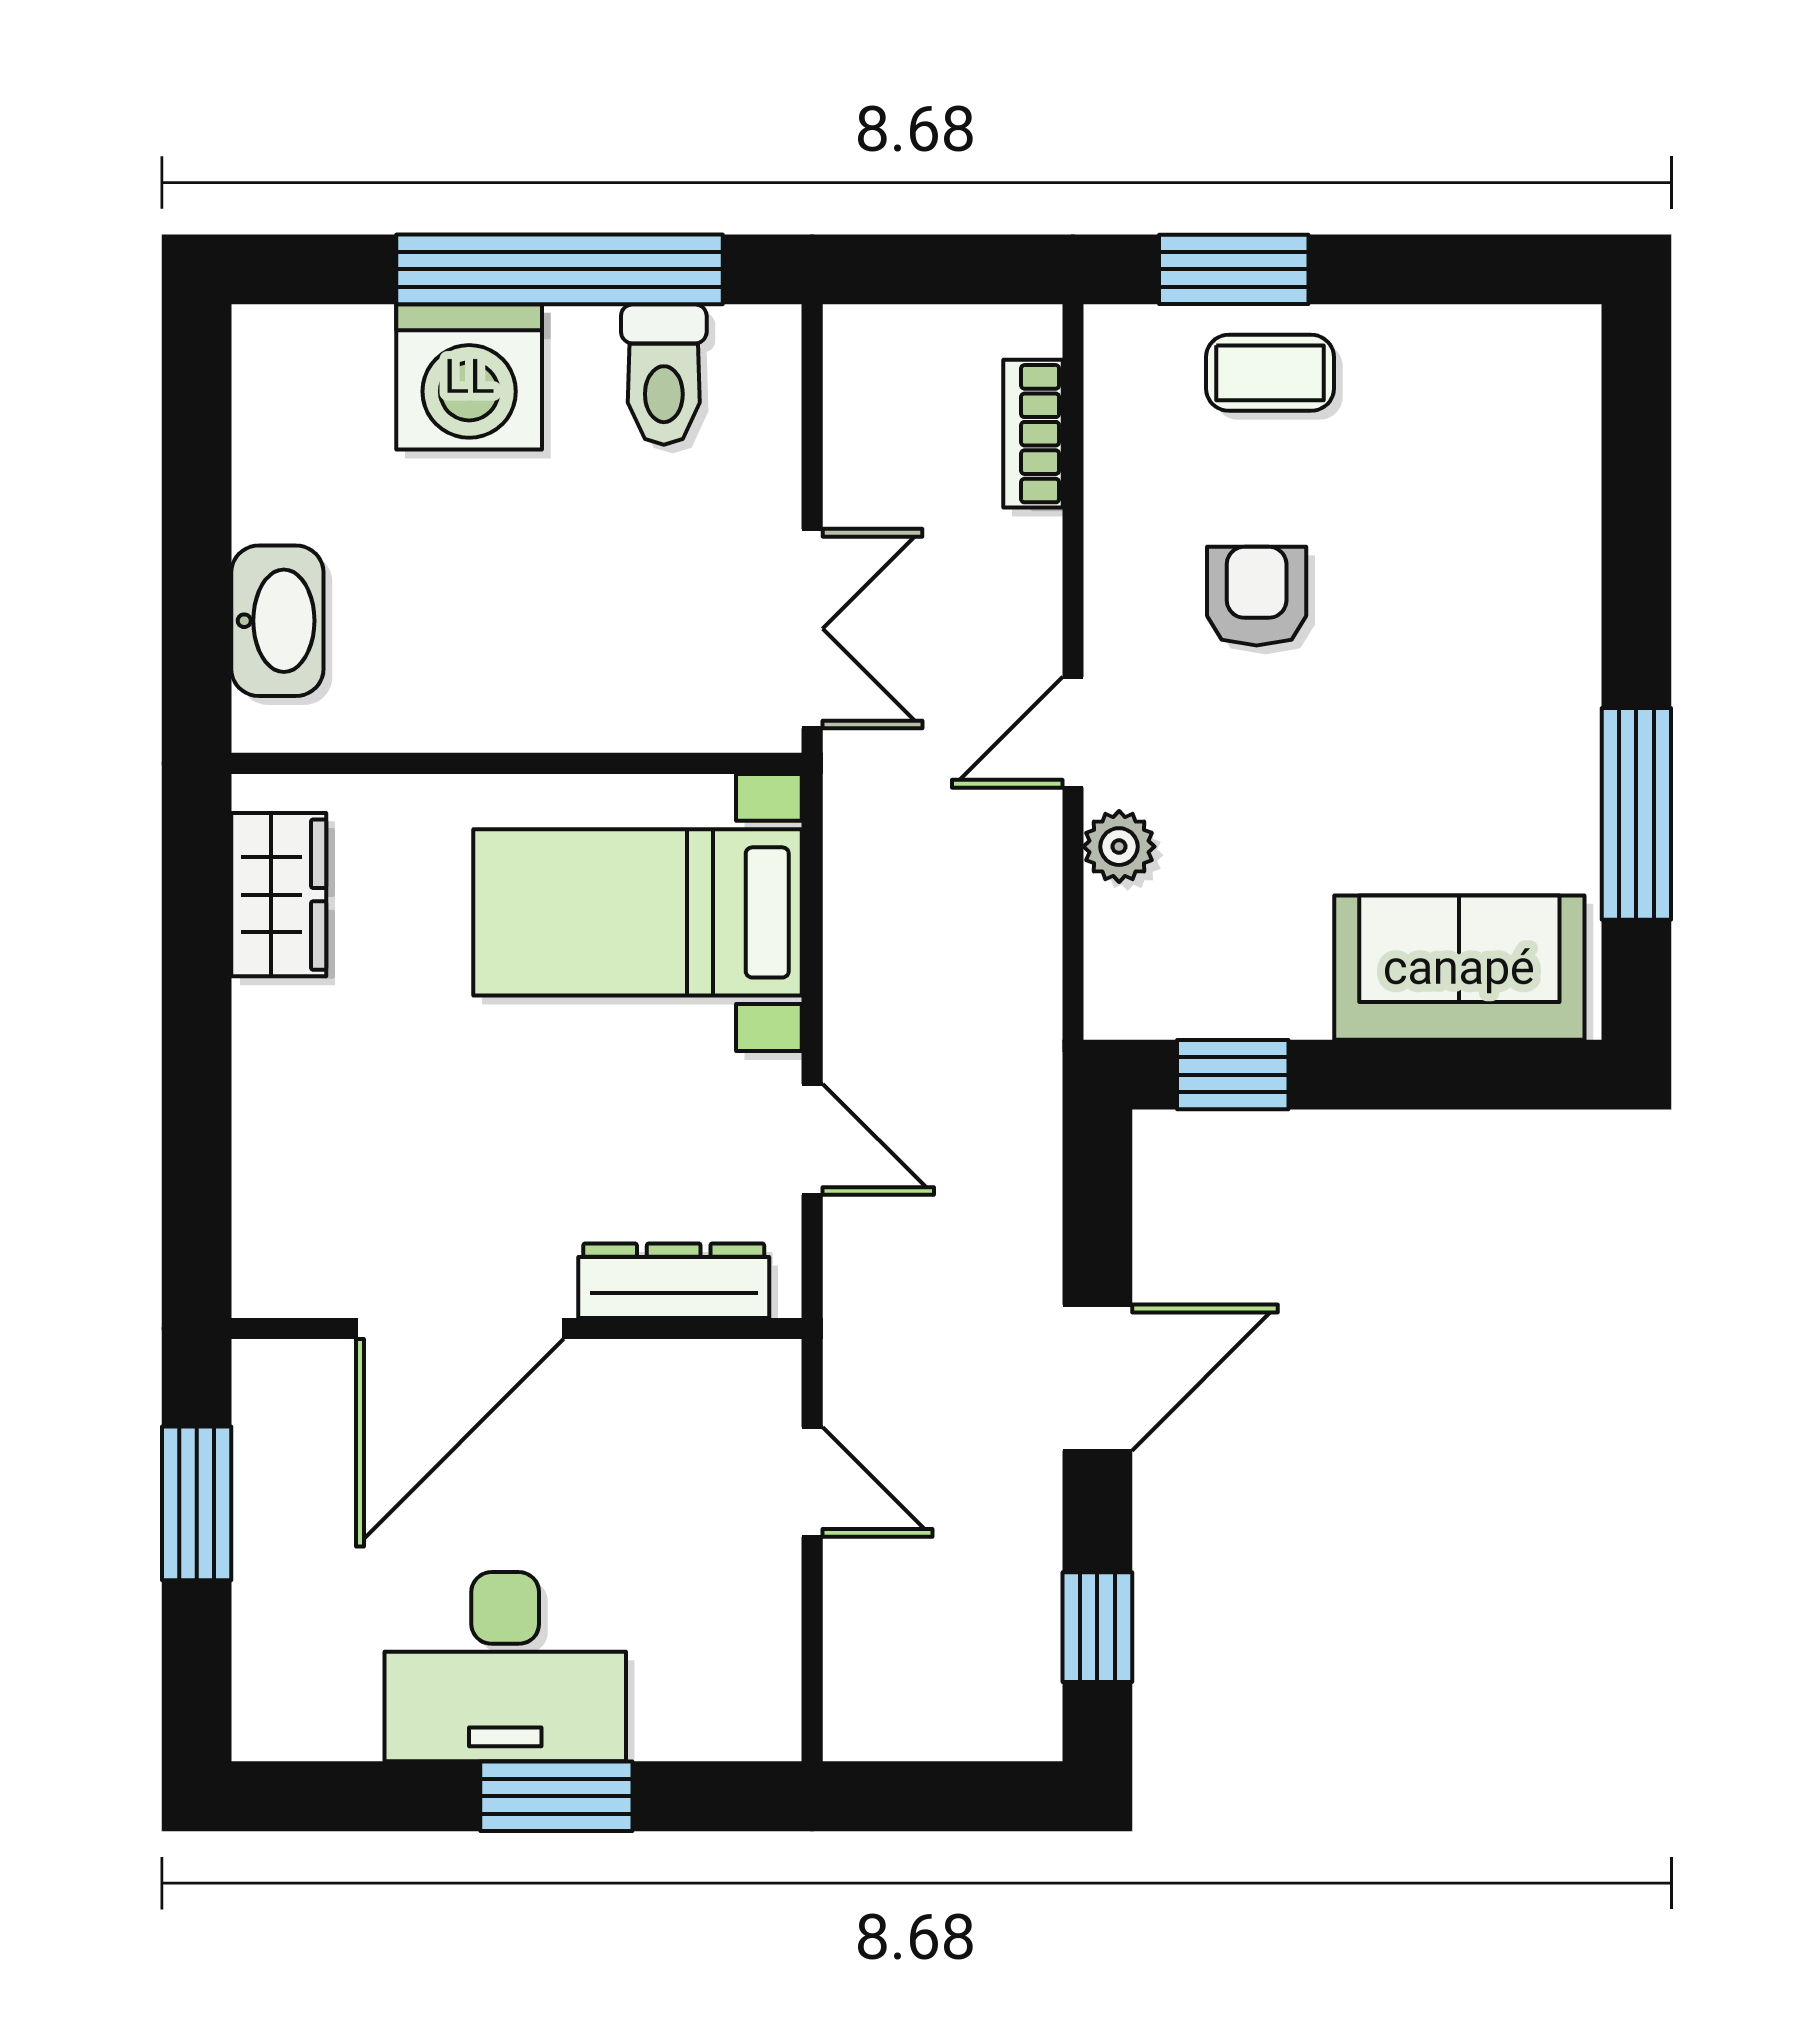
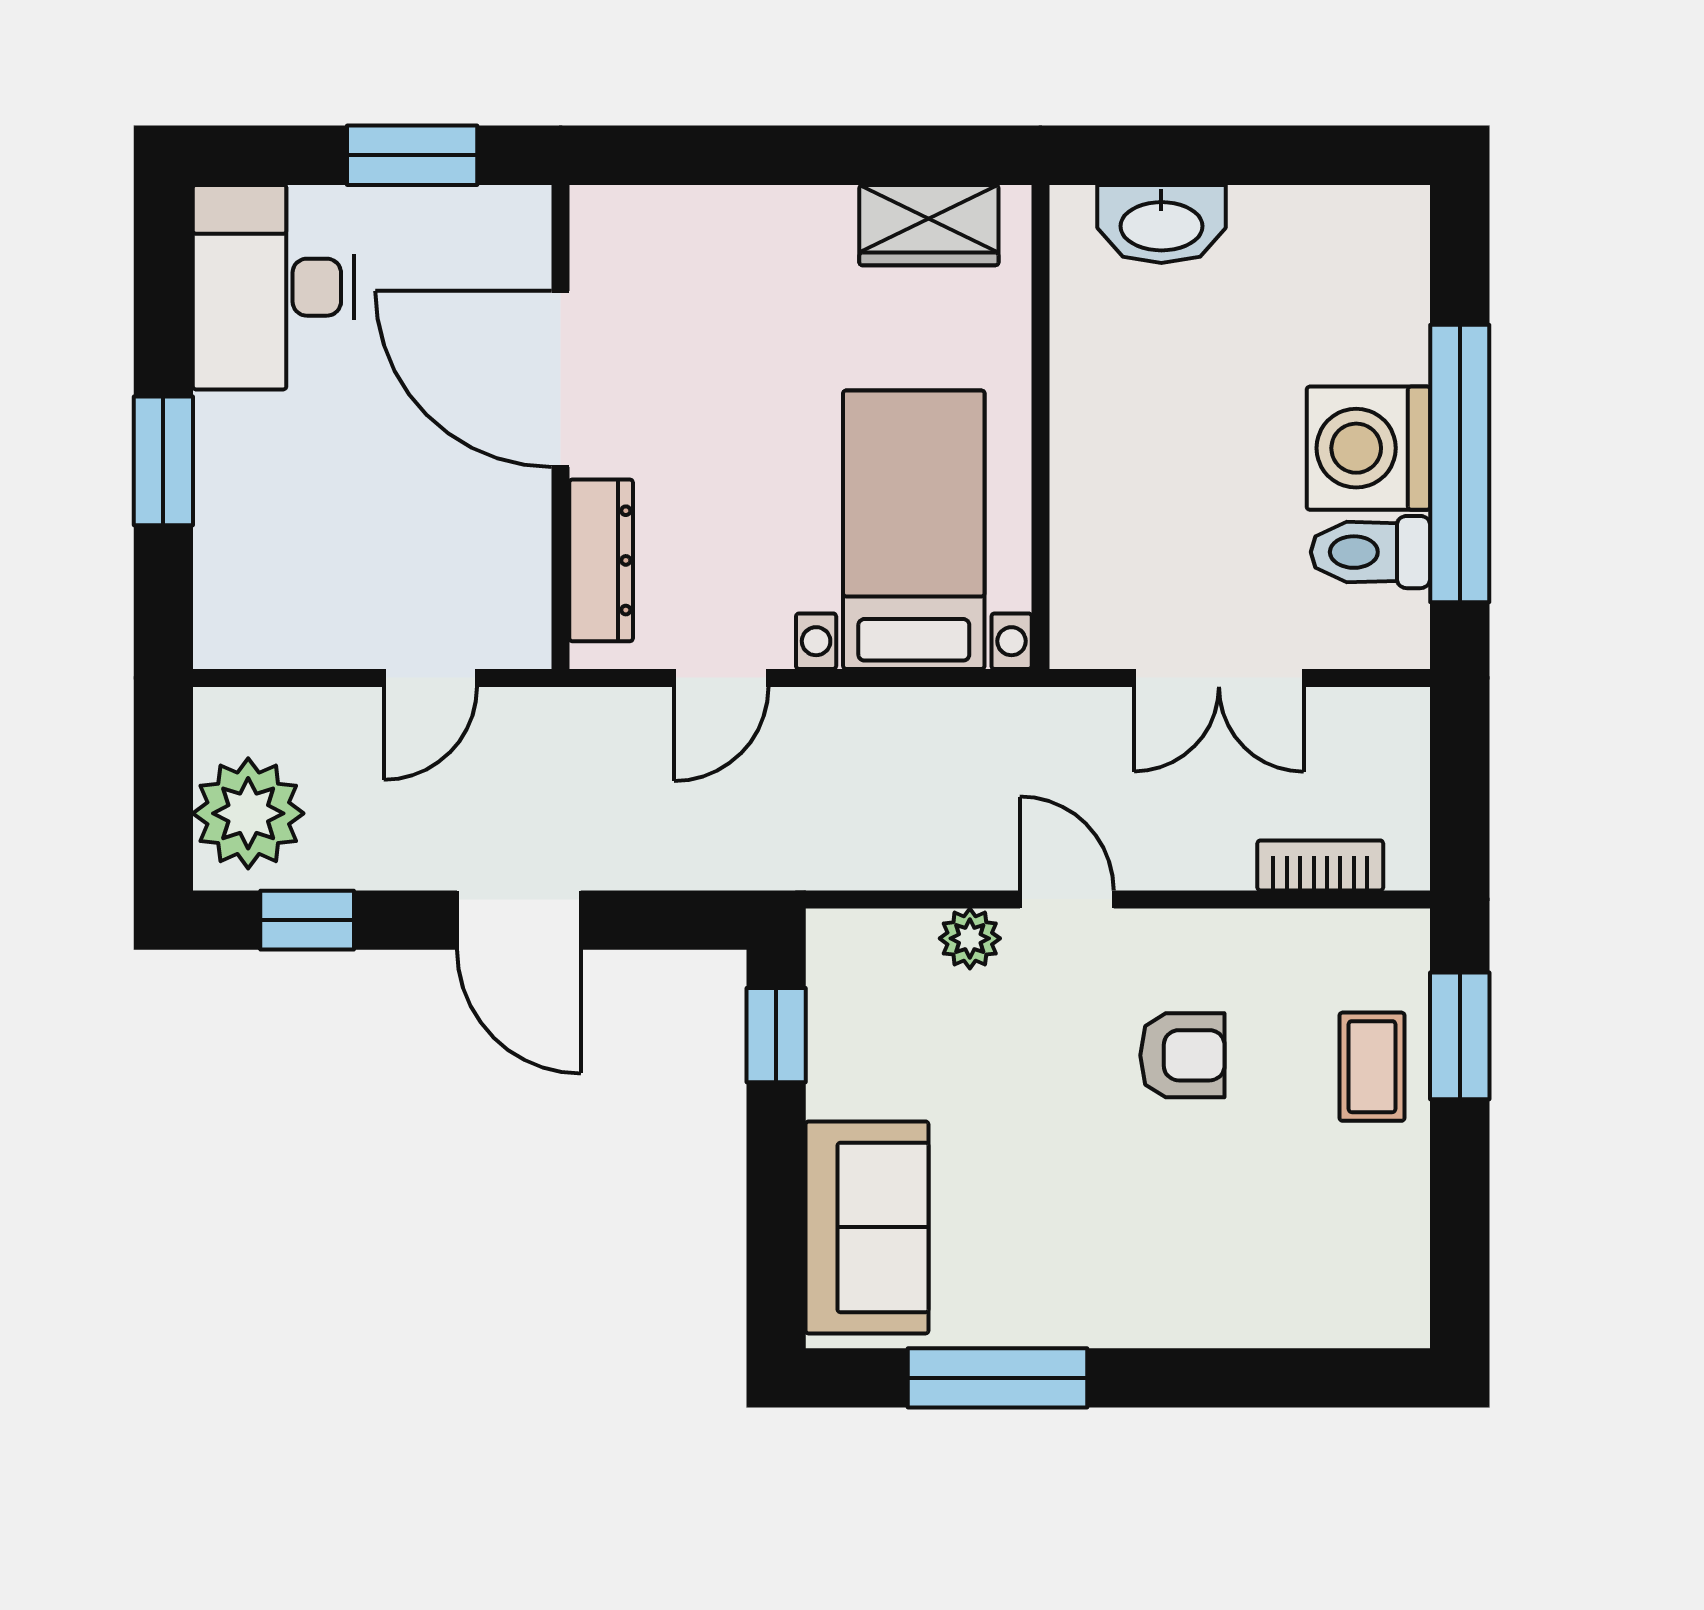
washing machine: (469, 377) -> (1369, 448), moved
double door: (812, 629) -> (1219, 678), moved
desk: (505, 1667) -> (273, 287), moved
plant: (972, 1696) -> (248, 813), added

